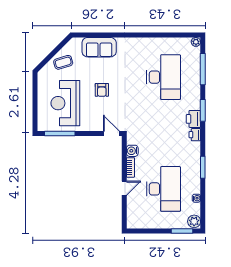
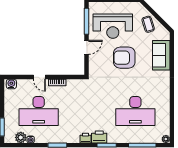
armchair: (102, 90) -> (124, 58), width x1.88, depth x1.88
reception desk: (65, 103) -> (113, 26), turned 180
door: (111, 134) -> (86, 47), moved
water cooler: (132, 151) -> (11, 84), moved
plant: (194, 221) -> (21, 137), moved

